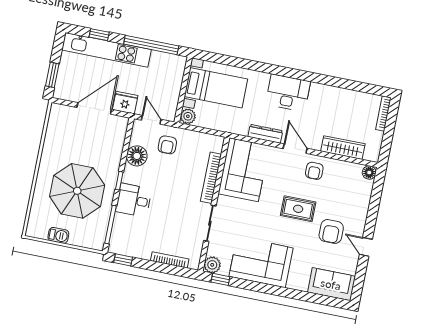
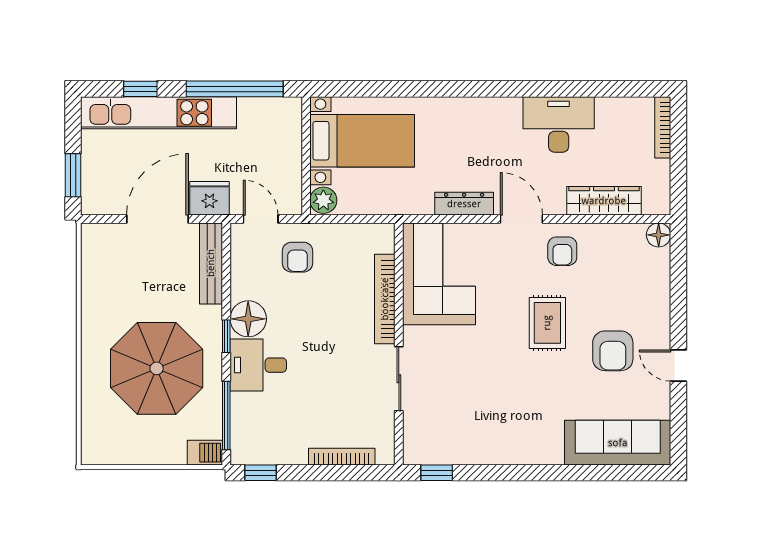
desk: (288, 93) -> (559, 124), moved
bench: (119, 139) -> (211, 263), added
floor lamp: (137, 156) -> (248, 319), moved
rug: (298, 209) -> (547, 323), turned 90
barbecue: (58, 235) -> (205, 453), moved
corner sofa: (261, 262) -> (501, 429), removed
plant: (212, 265) -> (417, 450), removed
sofa: (331, 284) -> (618, 443), width x1.36

